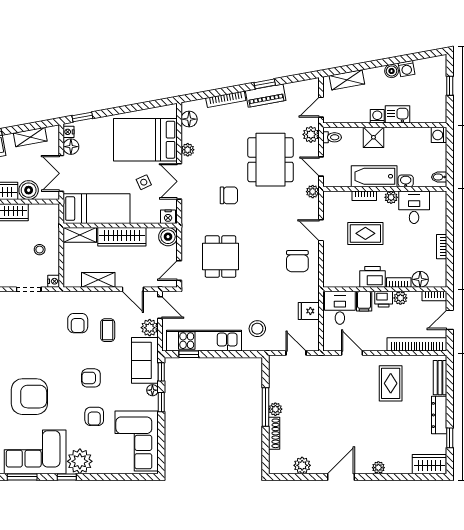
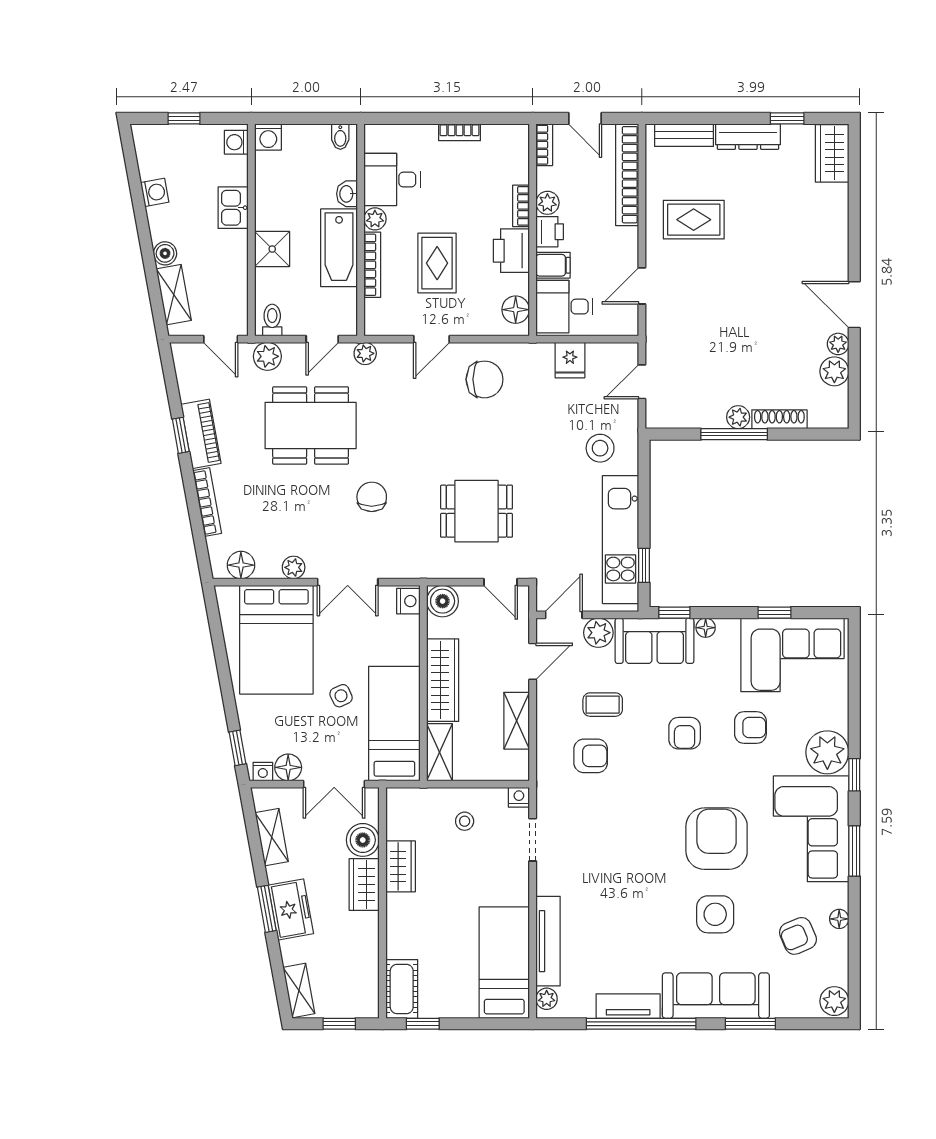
boiler: (392, 71) -> (165, 253), moved
washing machine: (377, 116) -> (236, 142), moved
side table: (144, 182) -> (341, 696), moved
bookcase: (364, 196) -> (372, 265), width x1.56
floor lamp: (420, 279) -> (516, 310), moved
window: (161, 402) -> (774, 613), moved
plant: (378, 468) -> (838, 344), moved

